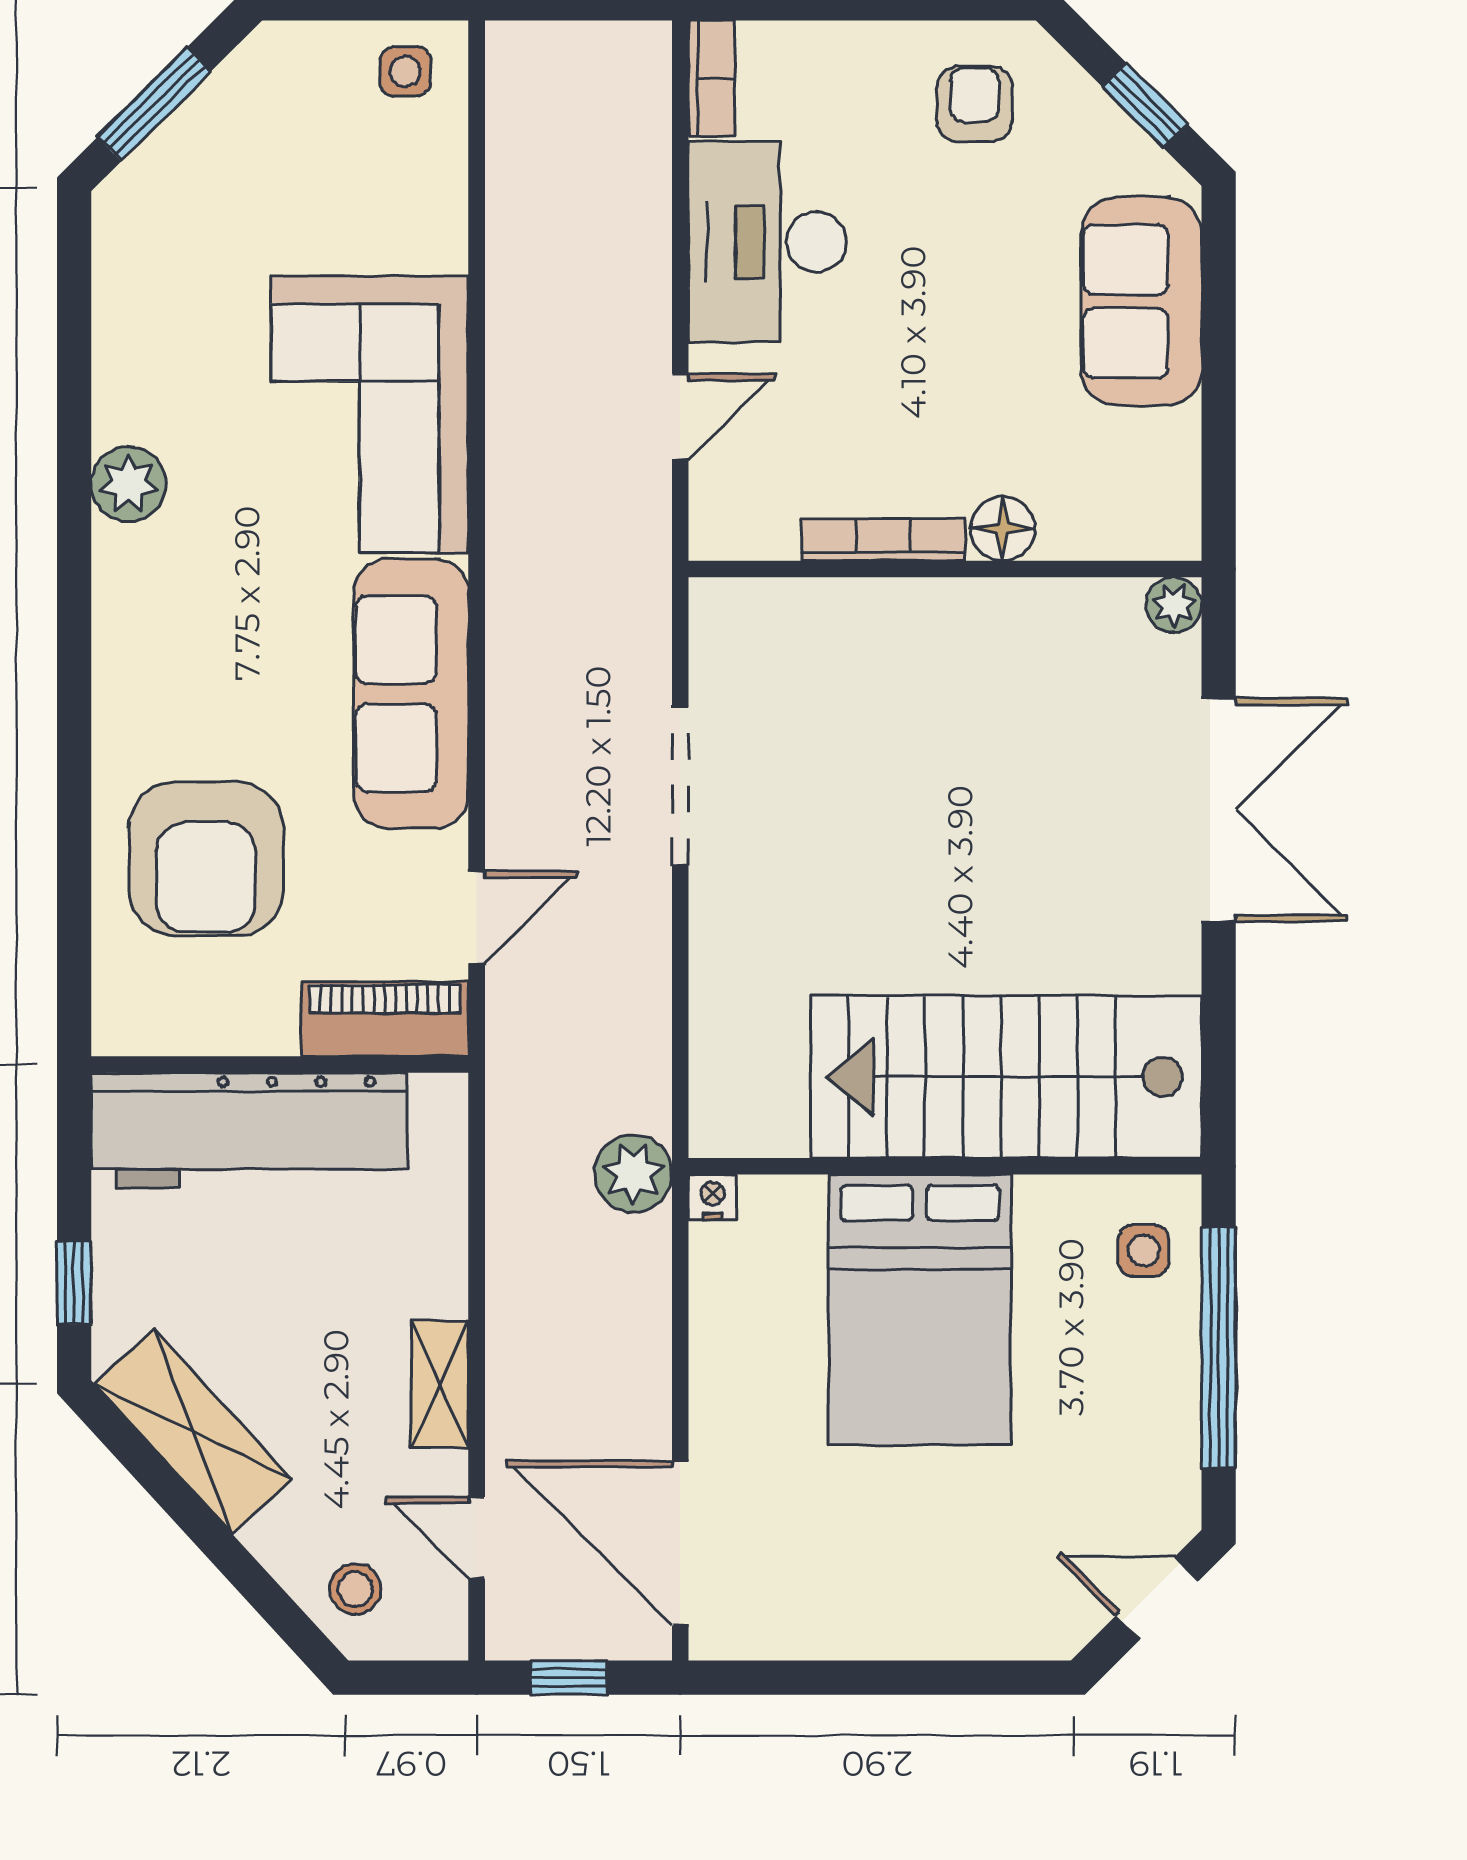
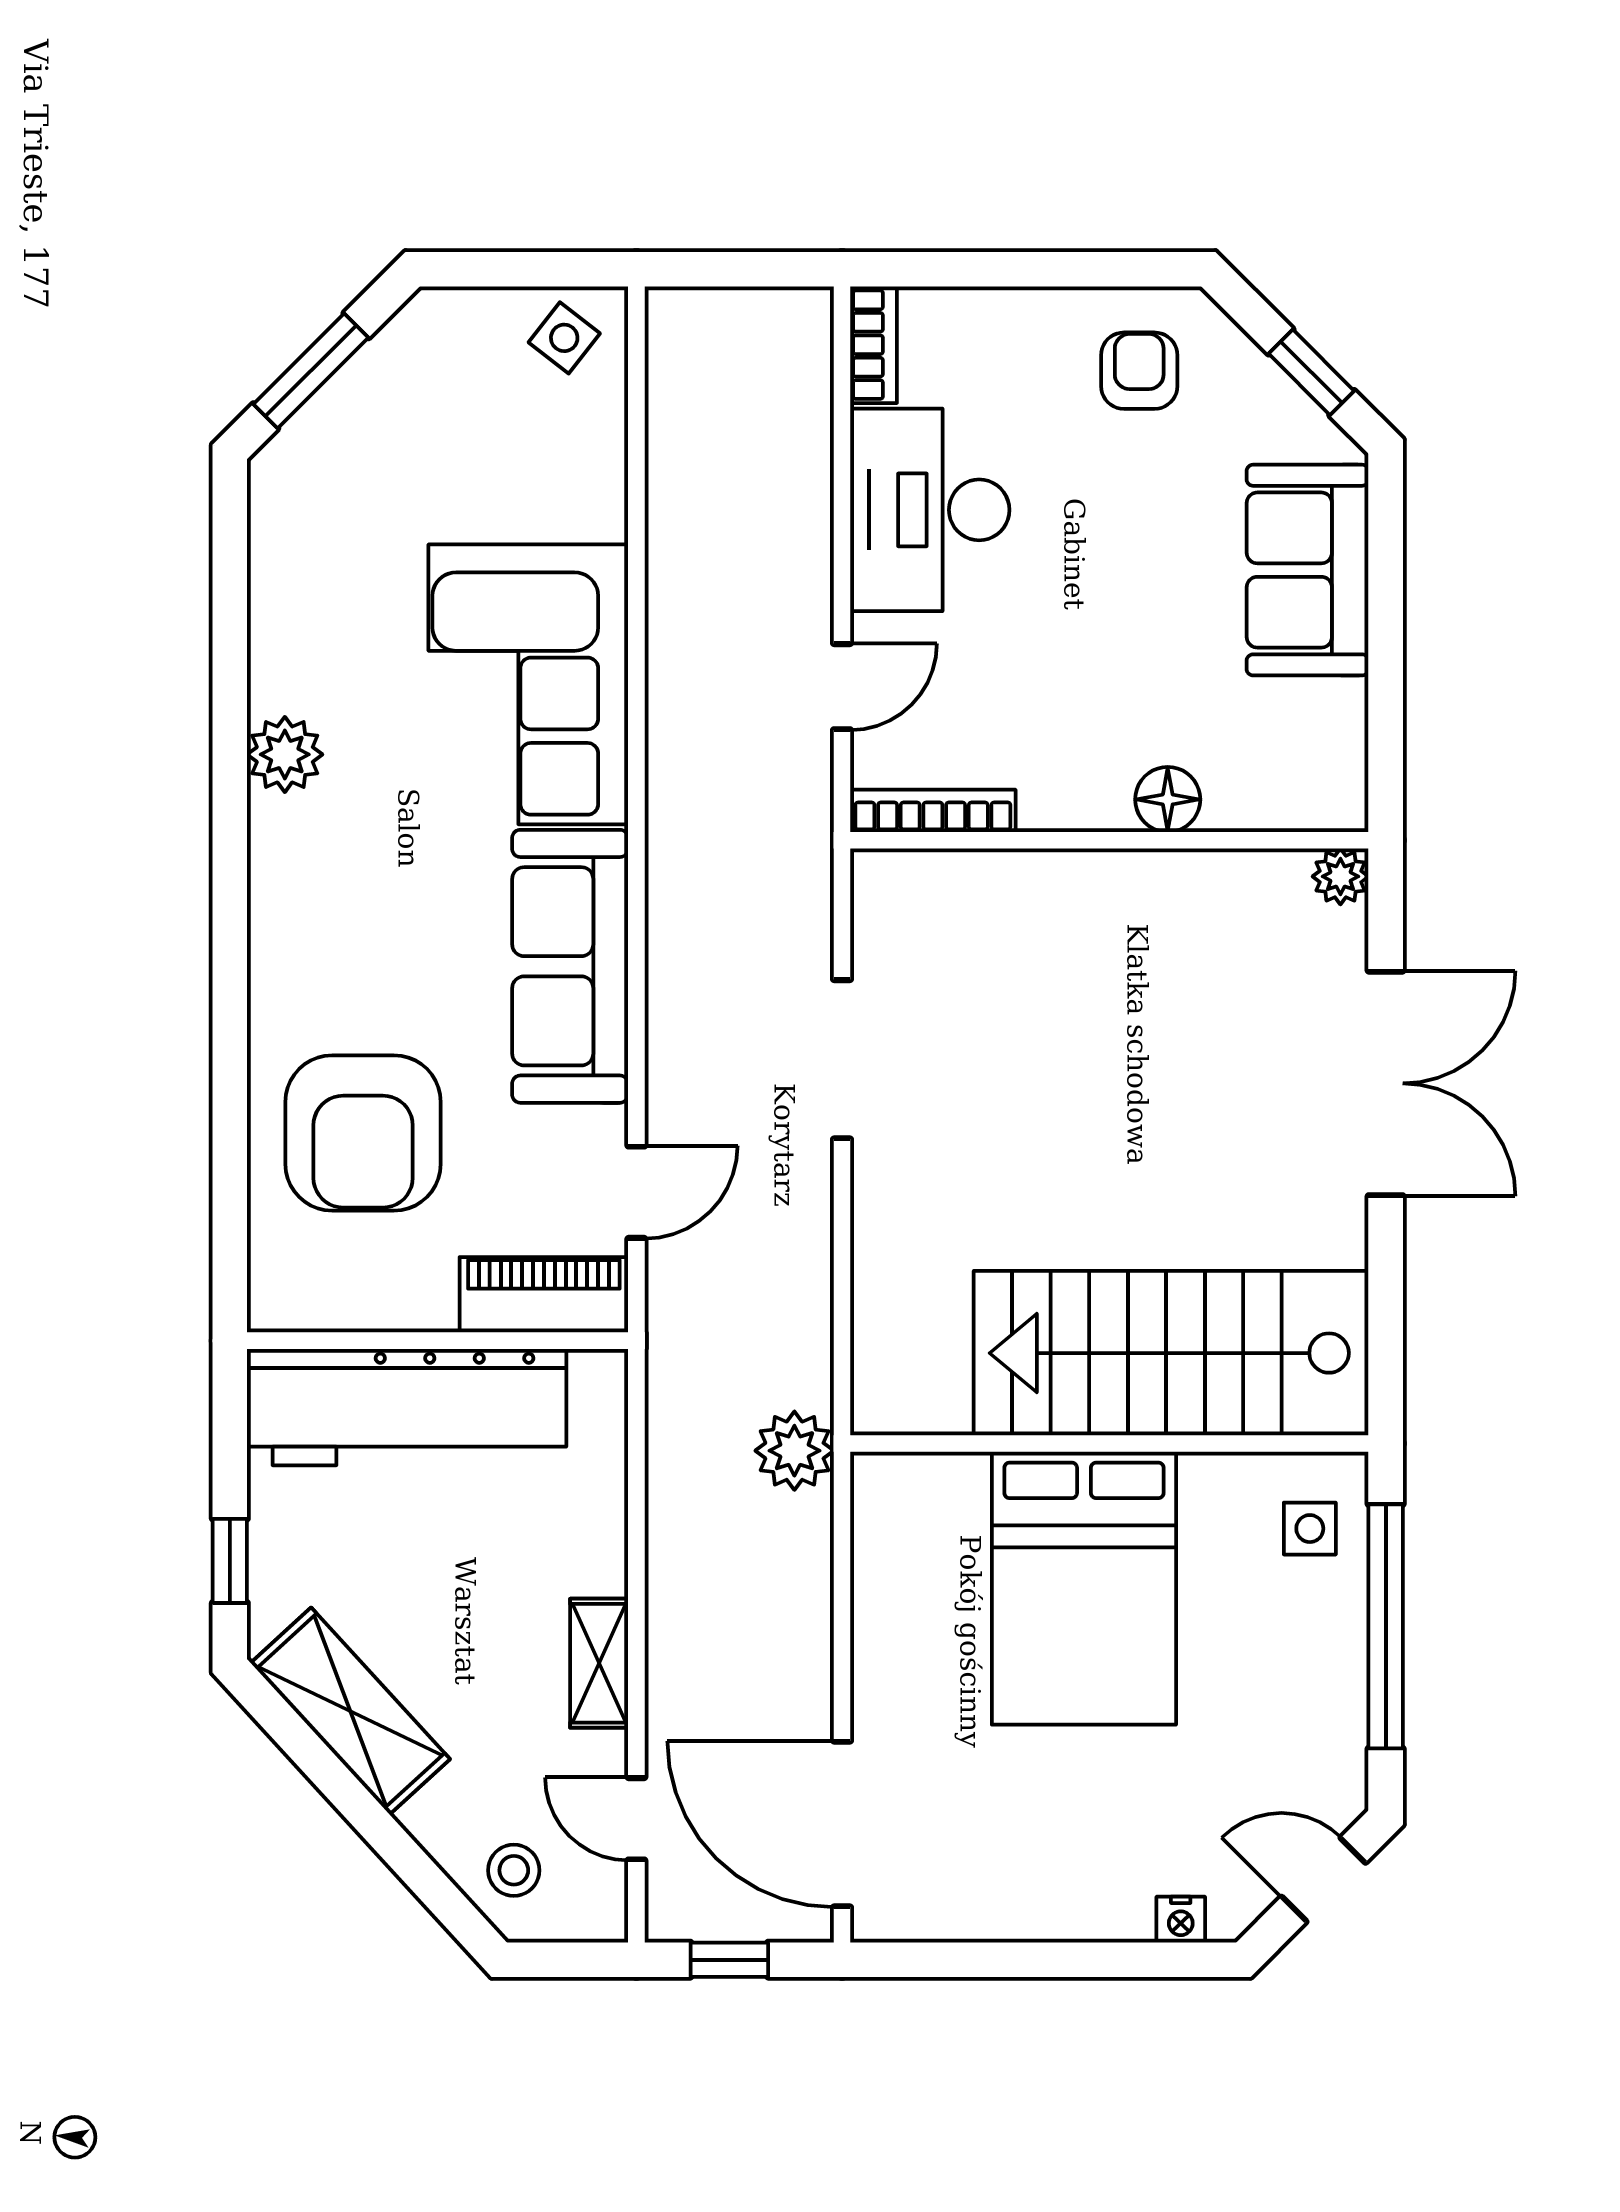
side table: (405, 71) -> (564, 338), turned 38
bookcase: (883, 540) -> (933, 811), moved
nightstand: (712, 1197) -> (1181, 1920), moved, turned 180

